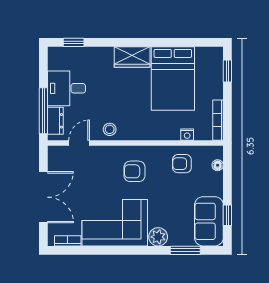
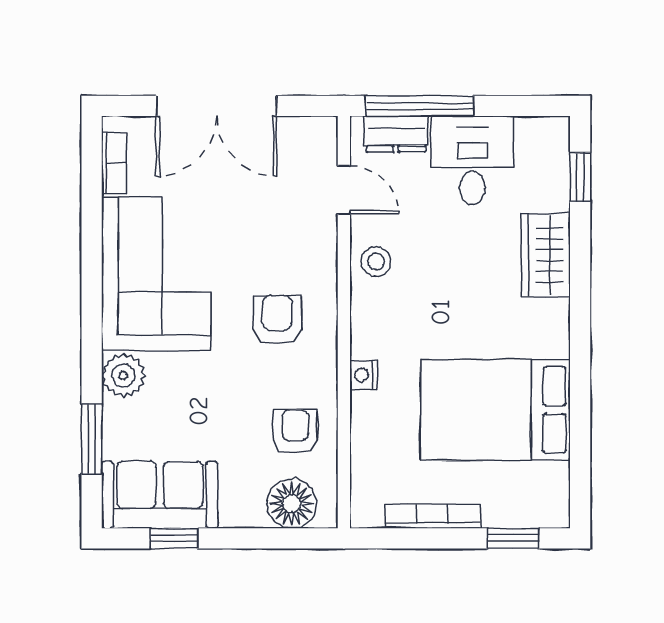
wardrobe: (132, 57) -> (546, 255), moved
bookcase: (218, 120) -> (432, 516), moved
nightstand: (187, 135) -> (364, 375), moved
floor lamp: (218, 165) -> (292, 504), width x1.89, depth x1.89

